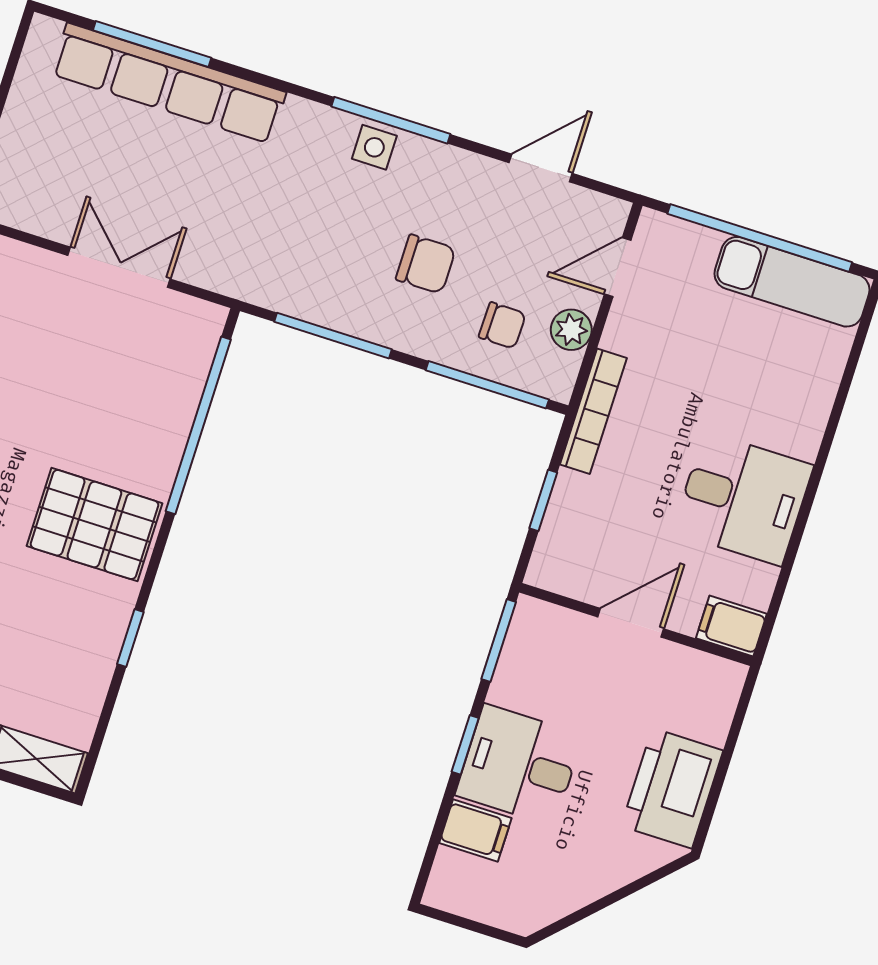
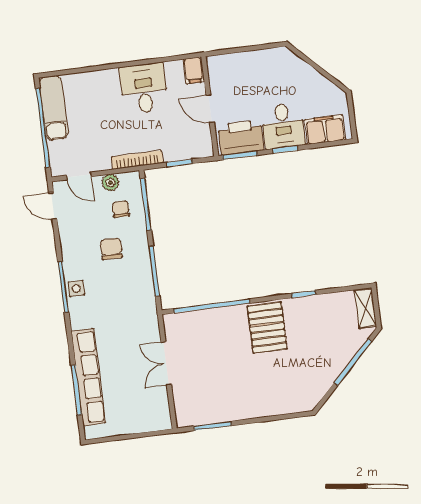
door: (541, 168) -> (53, 206), moved
printer: (672, 788) -> (241, 138), moved, turned 180
filing cabinet: (475, 831) -> (325, 130), width x2.00

